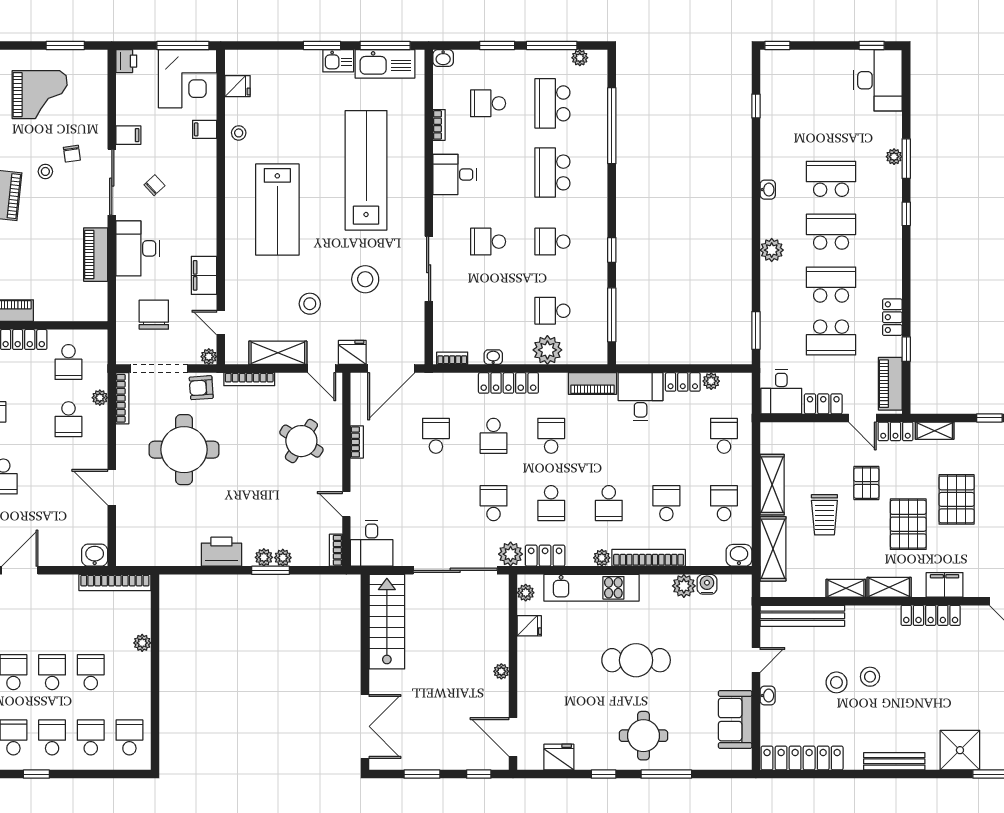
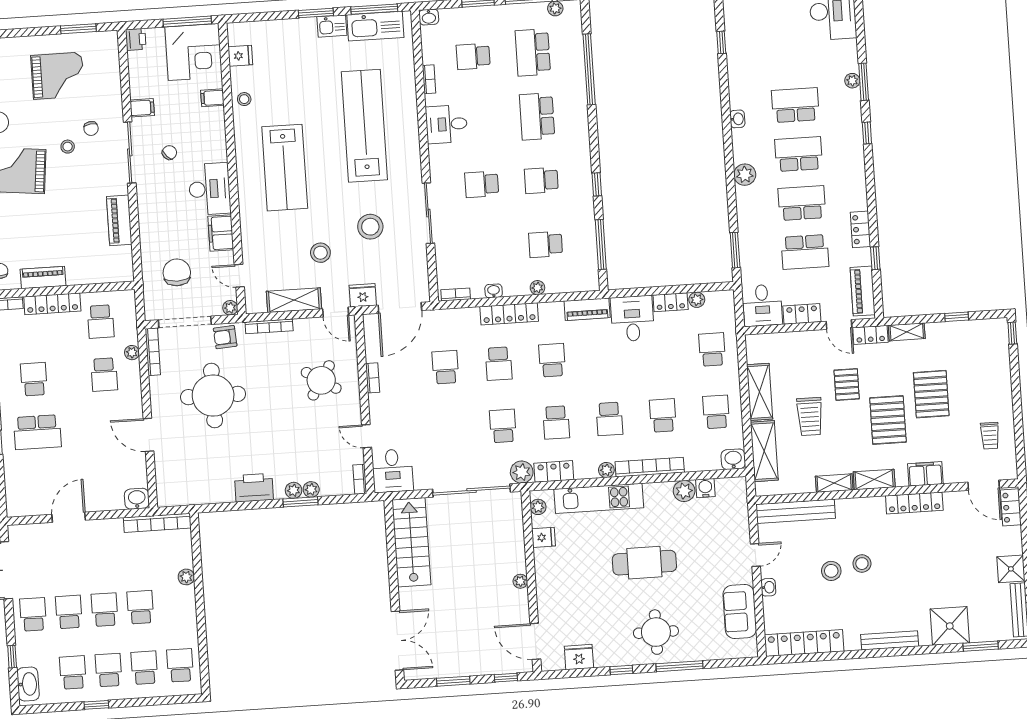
desk: (138, 248) -> (210, 189), moved, turned 180
plant: (547, 350) -> (537, 288), width x0.53, depth x0.53

